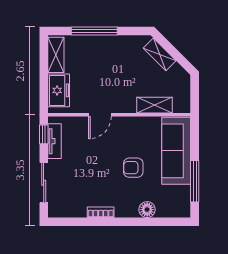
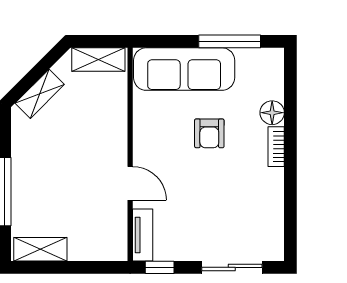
freezer: (59, 90) -> (94, 245), removed
shelving: (155, 105) -> (98, 59), moved, turned 90
tv unit: (55, 141) -> (143, 235), moved, turned 90
bookcase: (101, 212) -> (276, 147), moved

